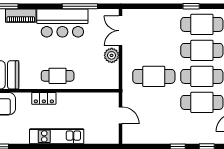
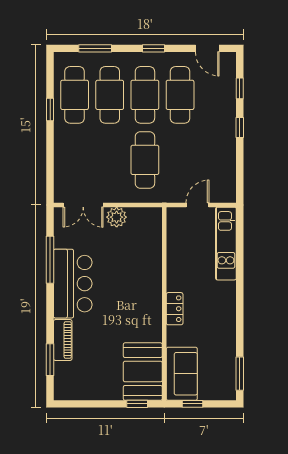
cafe table: (58, 76) -> (144, 290), removed
kitchen unit: (57, 136) -> (226, 244), moved

